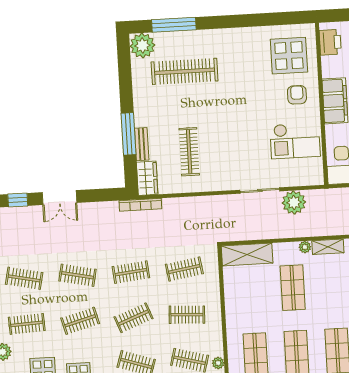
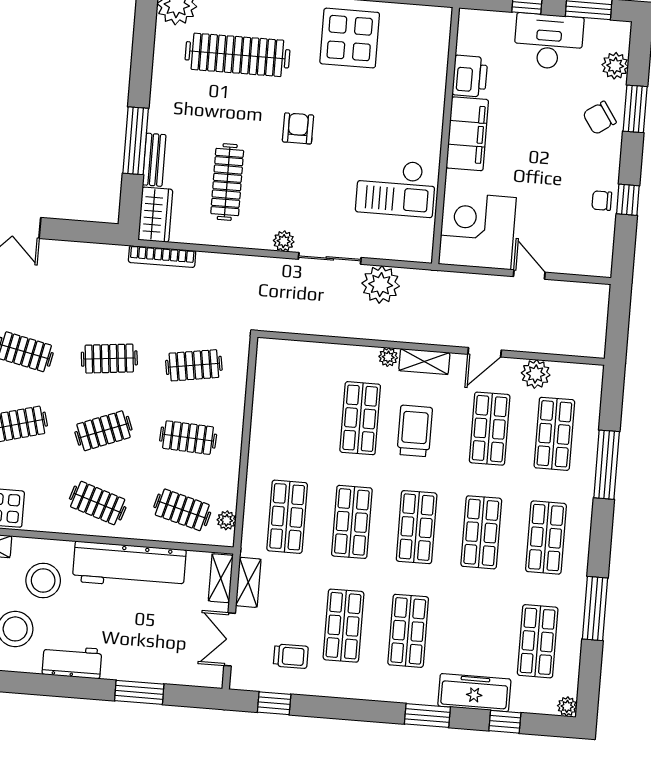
printer: (330, 42) -> (470, 76), moved
display table: (289, 56) -> (350, 38), moved
armchair: (297, 95) -> (298, 128), moved
plant: (230, 184) -> (284, 241), added
bookcase: (140, 205) -> (162, 257), moved
shelving: (247, 254) -> (296, 356), removed
trolley: (328, 291) -> (415, 431), added

